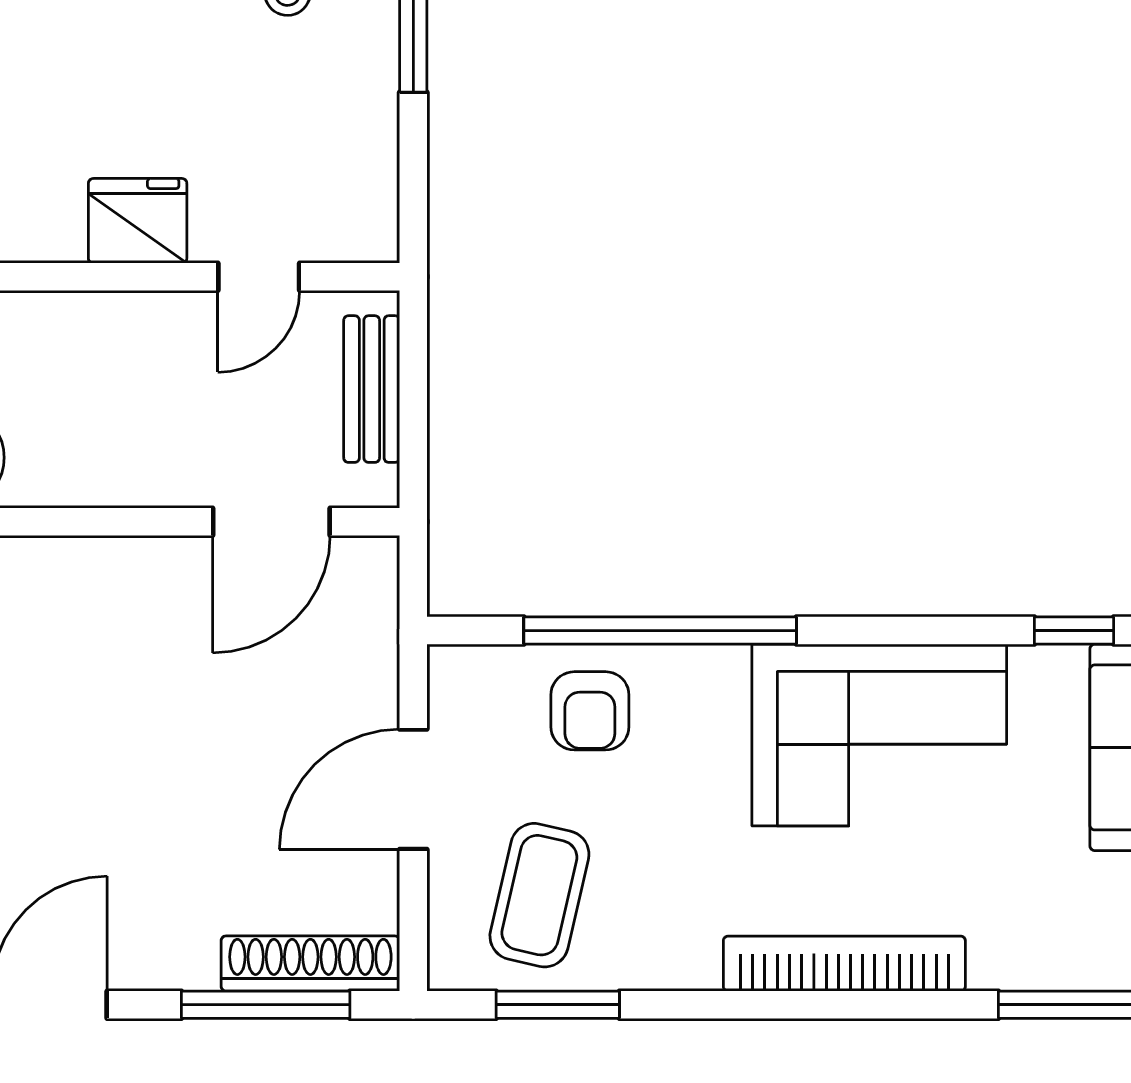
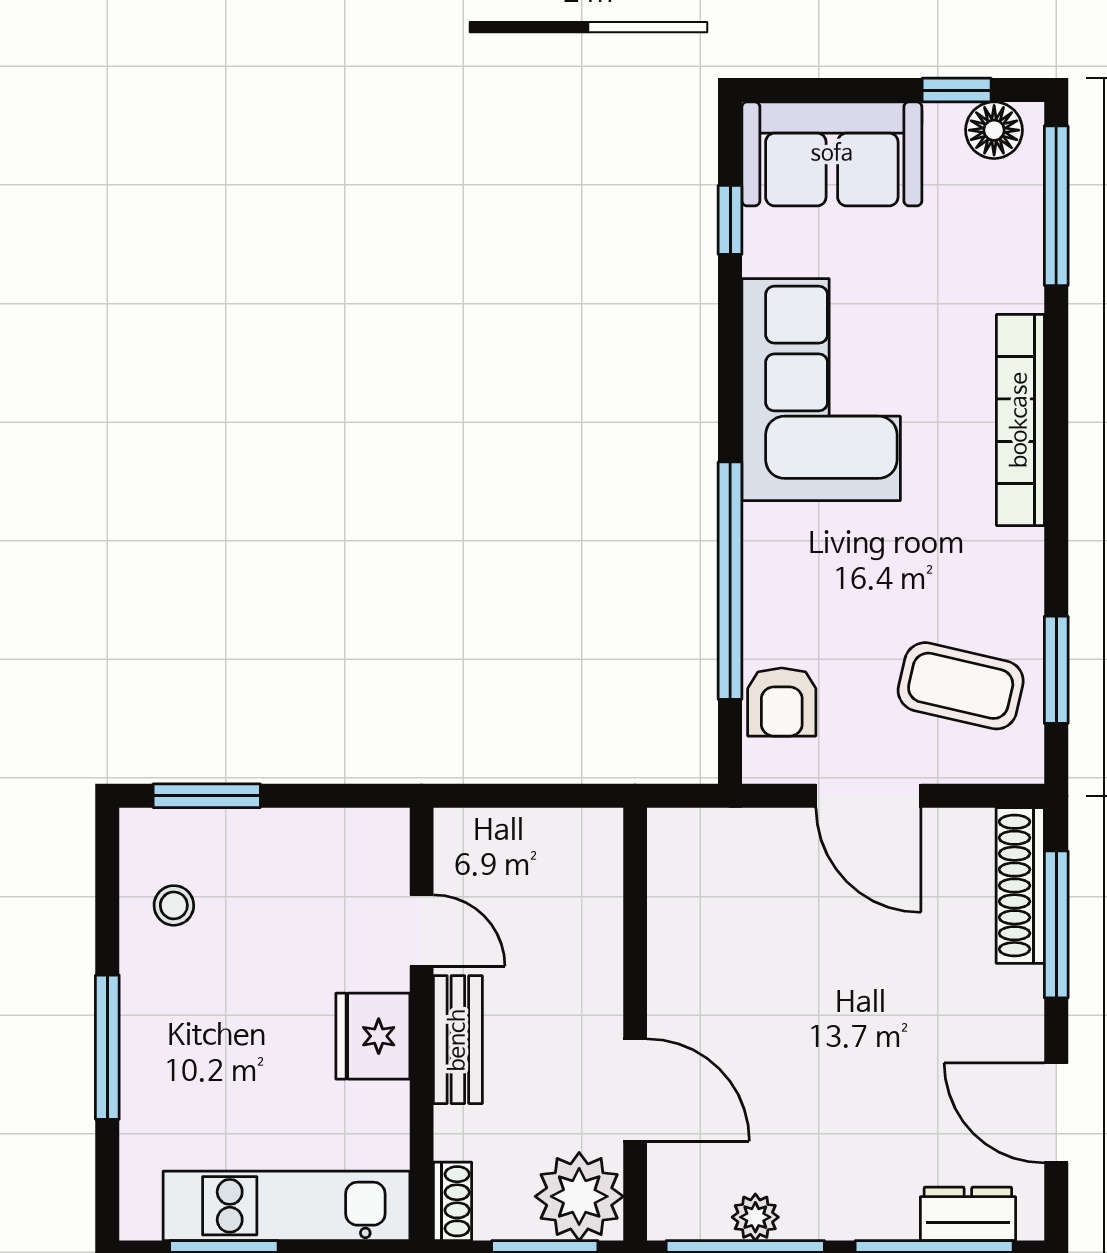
bench: (372, 389) -> (458, 1040), moved, turned 90
door: (271, 522) -> (635, 1090), moved
armchair: (590, 711) -> (782, 702), moved, turned 90

